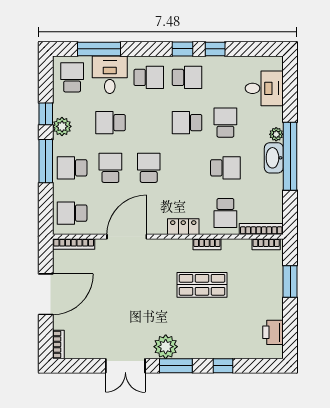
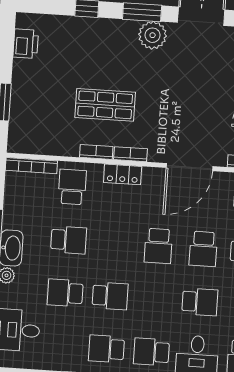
school desk: (225, 123) -> (65, 293), turned 90
school desk: (225, 168) -> (69, 240), turned 180
bookcase: (266, 244) -> (130, 154), moved

